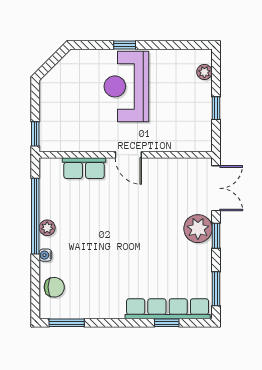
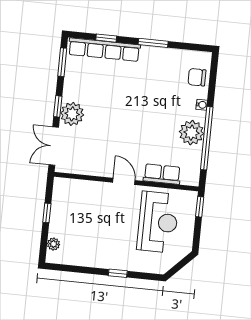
reception desk: (126, 86) -> (158, 222), moved
plant: (47, 228) -> (191, 133), width x1.87, depth x1.87
window: (67, 323) -> (153, 43), moved

